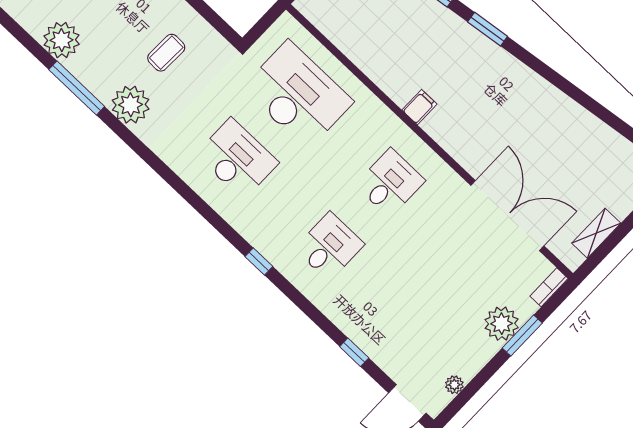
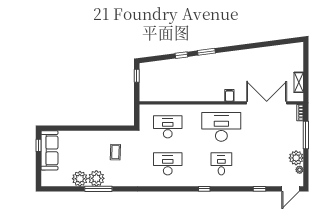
desk: (298, 95) -> (168, 127), width x0.73, depth x0.77
plant: (131, 105) -> (96, 178), moved
filing cabinet: (419, 107) -> (229, 95), moved
desk: (390, 183) -> (221, 127), width x1.87, depth x1.30
plant: (502, 324) -> (296, 158), moved
window: (522, 335) -> (306, 135), width x1.44

